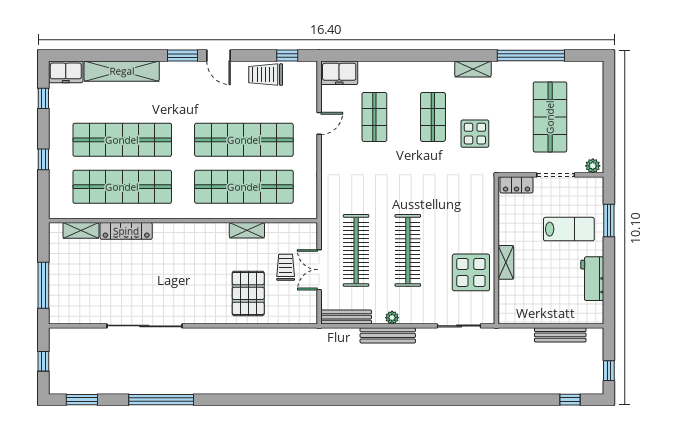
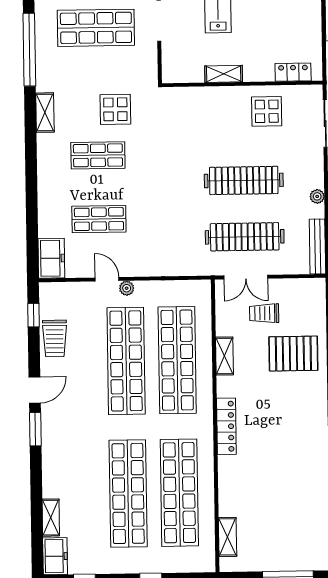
shelving: (122, 71) -> (51, 518), width x0.45, depth x0.75
plant: (311, 141) -> (127, 288), added
locker: (516, 185) -> (293, 72), moved, turned -90
locker: (126, 231) -> (226, 426), moved
shelving: (506, 262) -> (224, 74), moved
double door: (319, 270) -> (246, 277), moved
display table: (471, 272) -> (267, 111), width x0.73, depth x0.73

